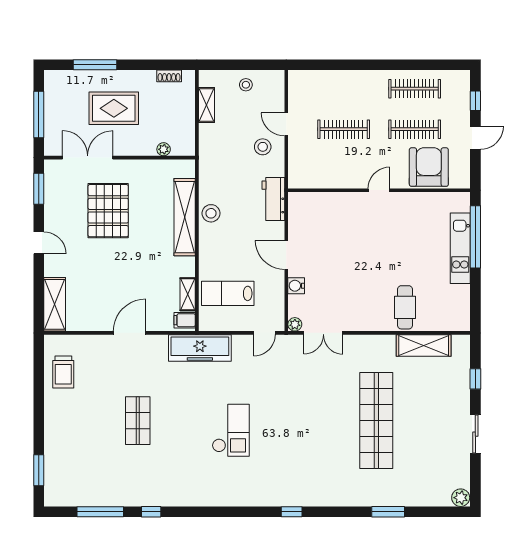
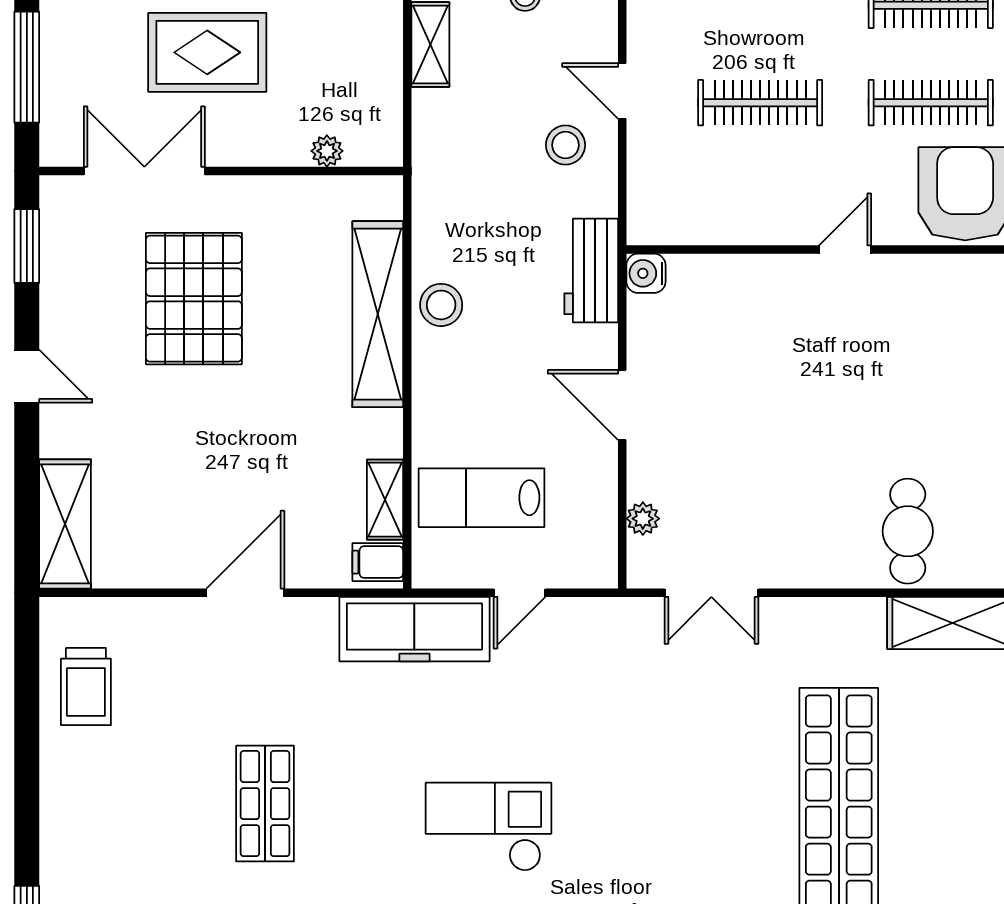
water cooler: (296, 286) -> (646, 273), moved
plant: (295, 324) -> (643, 519), moved
door: (264, 333) -> (520, 593), moved
checkout: (231, 430) -> (488, 827), turned -90

